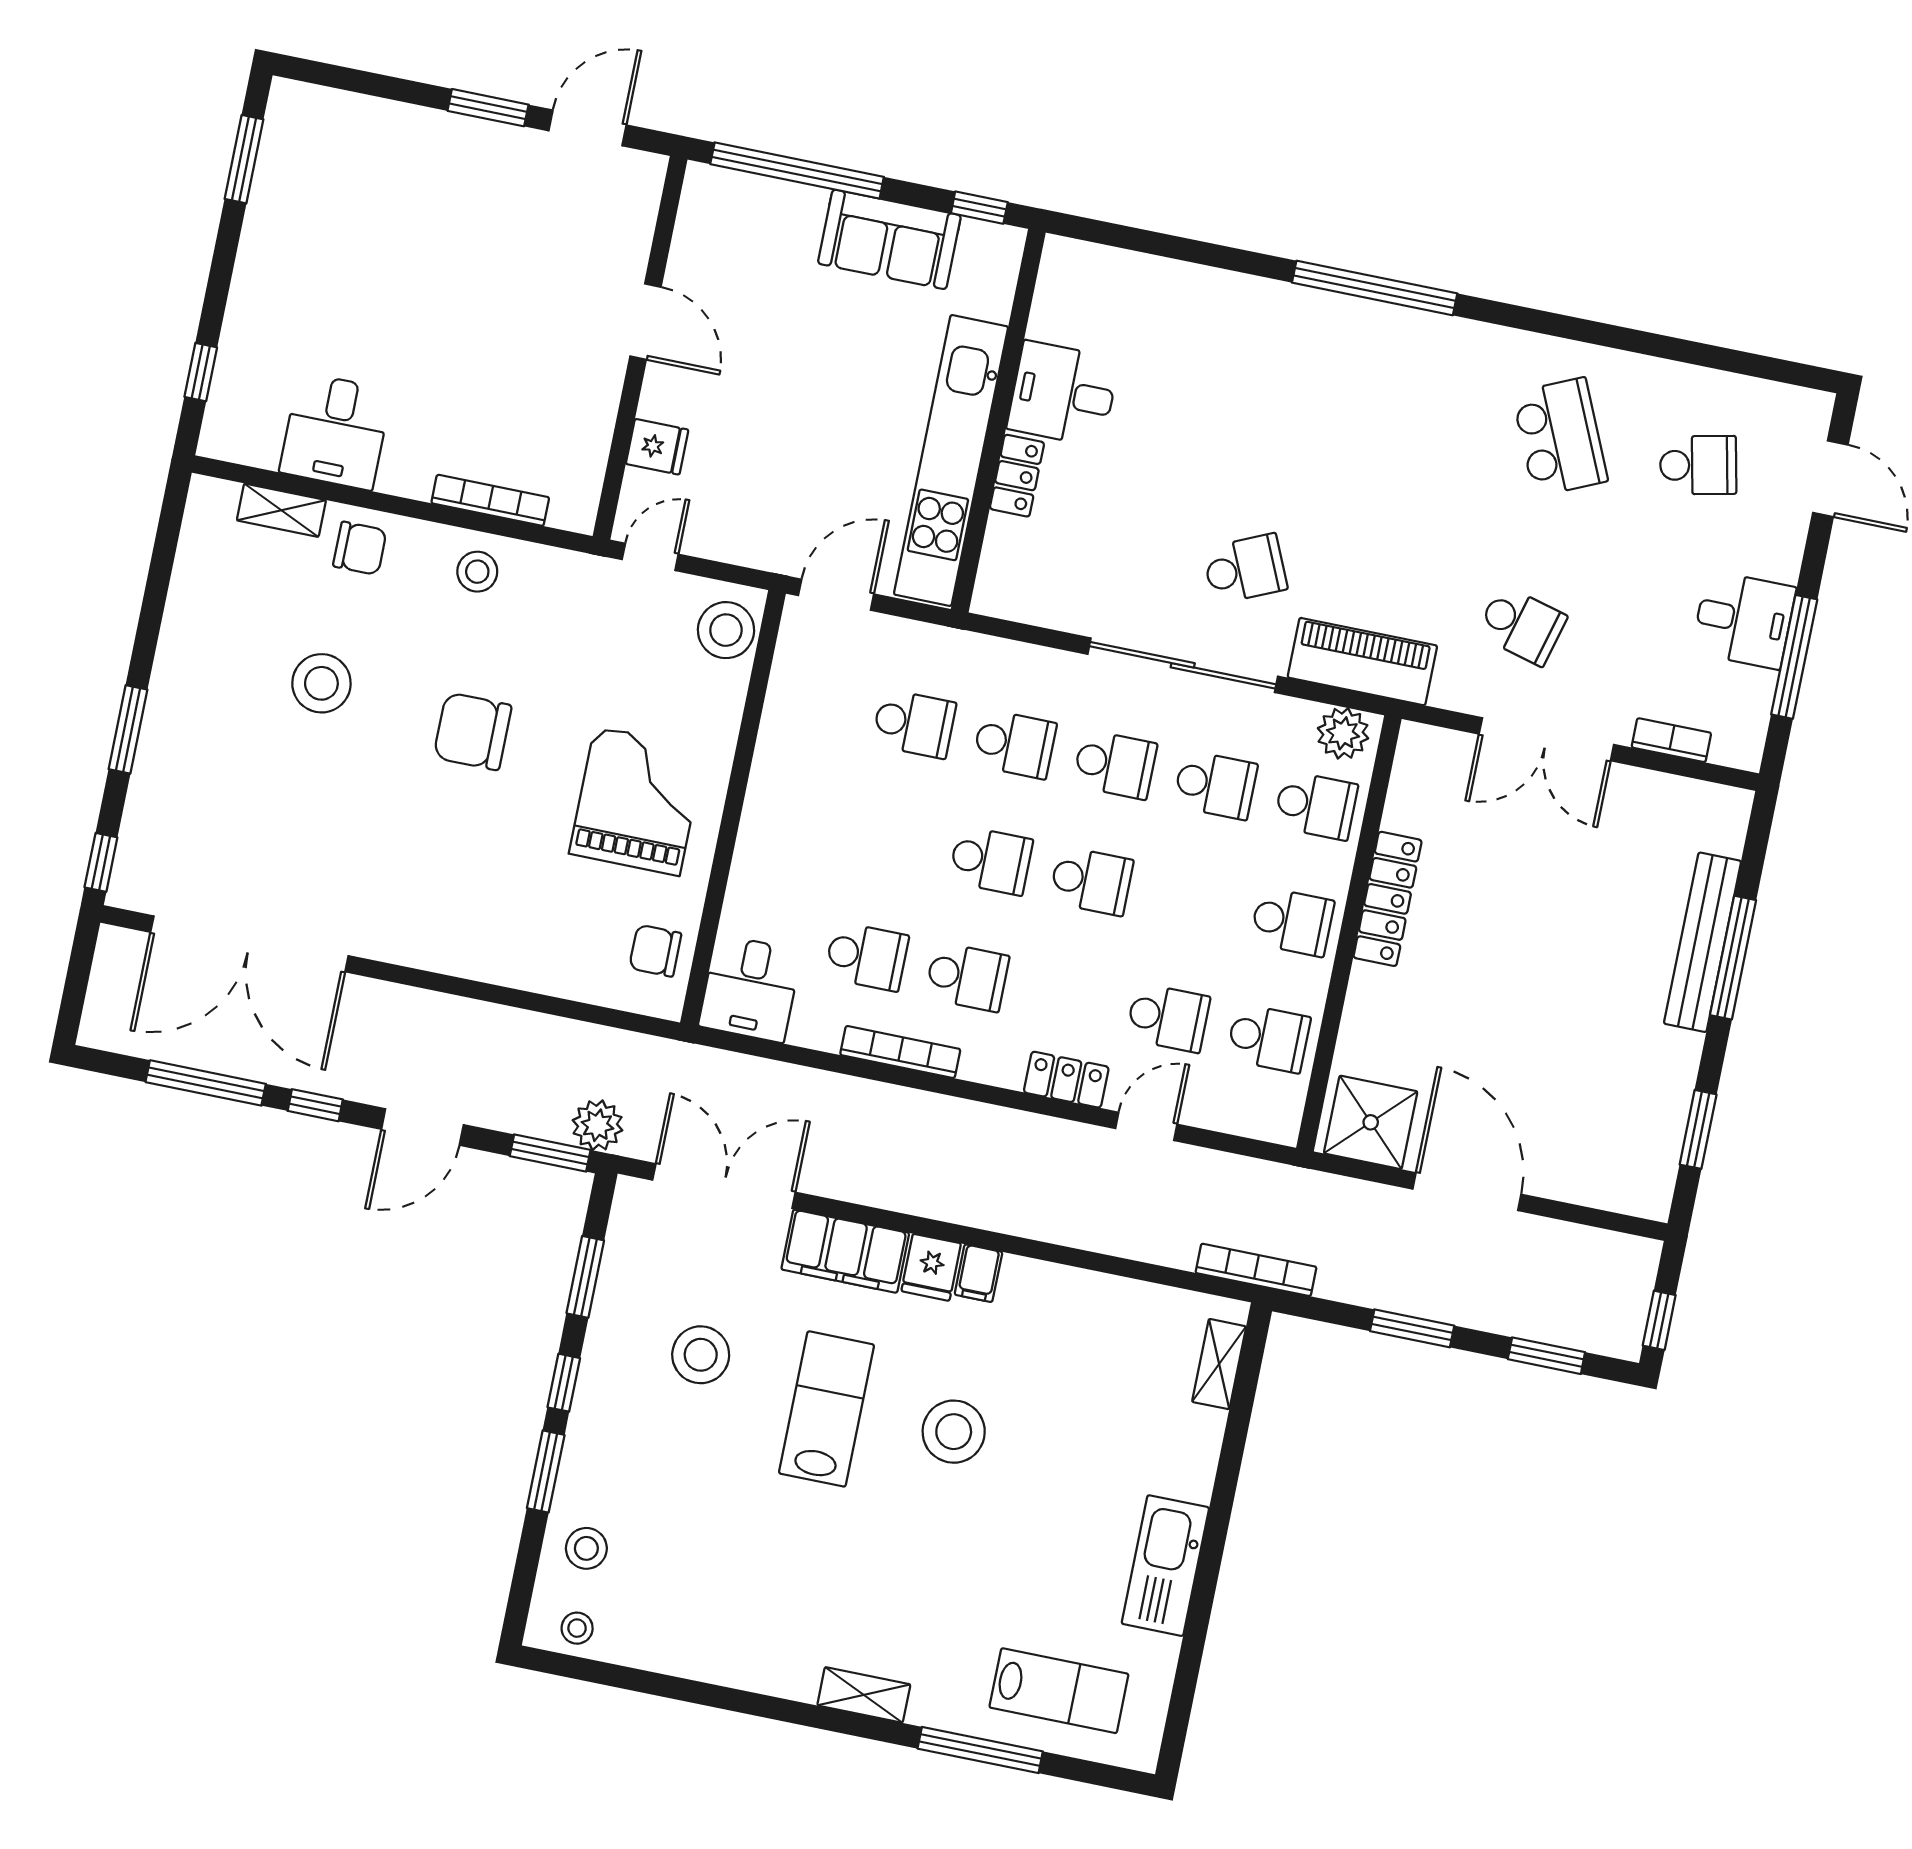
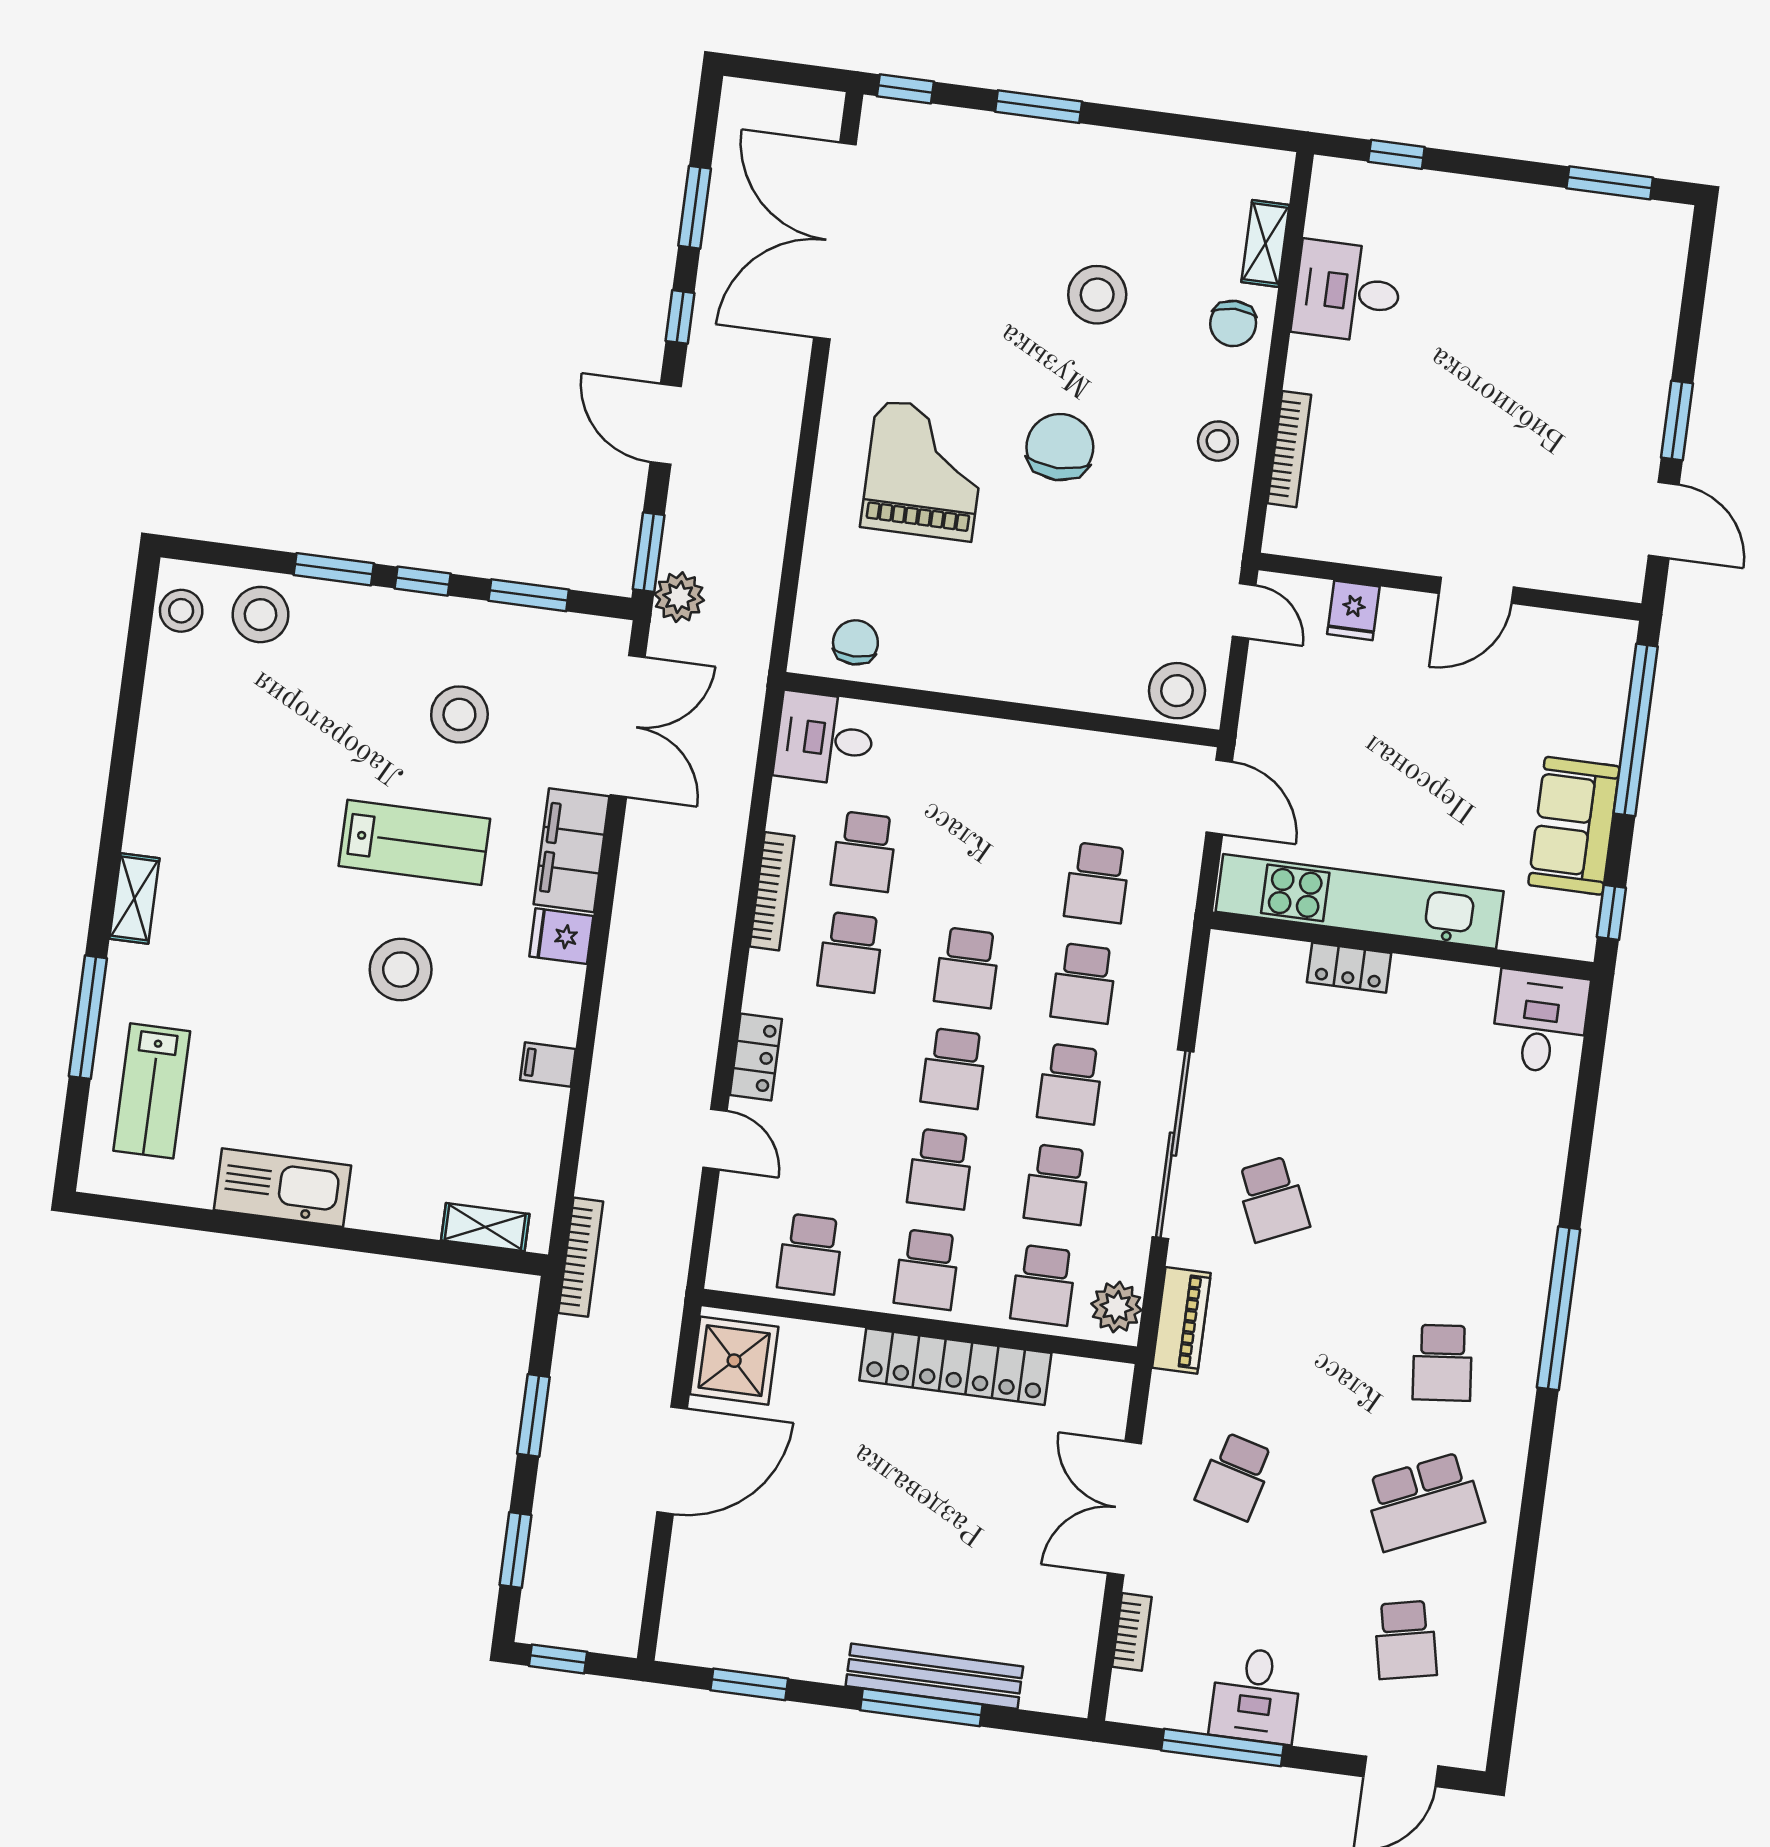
desk: (1063, 394) -> (1540, 1022), moved
school desk: (1422, 409) -> (1442, 1363), added
piano: (1362, 662) -> (1181, 1320), width x0.73, depth x0.75
grand piano: (637, 801) -> (924, 470), moved, turned -90
locker: (1388, 899) -> (955, 1367), width x1.41, depth x1.21
school desk: (1168, 1018) -> (940, 1169), moved
window: (206, 1083) -> (695, 207), width x0.69
filing cabinet: (978, 1273) -> (548, 1065), moved
stool: (586, 1548) -> (261, 615), width x1.38, depth x1.38
stool: (577, 1628) -> (181, 611), width x1.37, depth x1.37

